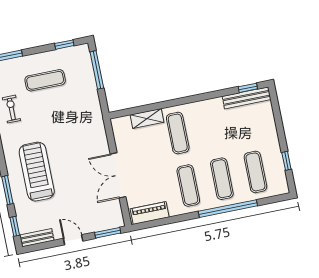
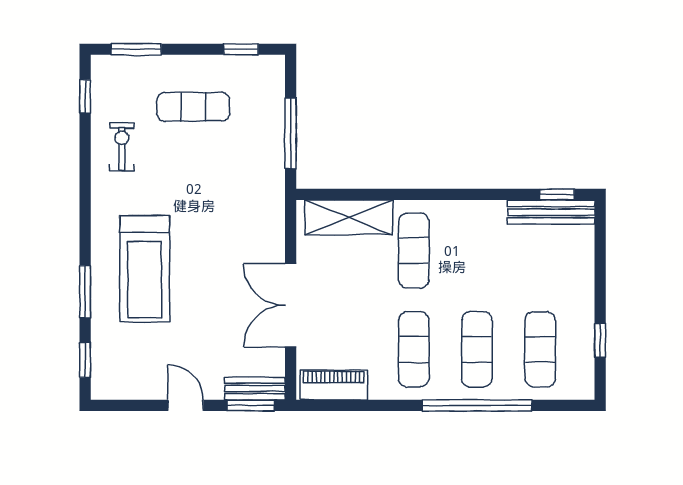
window: (97, 70) -> (291, 133), moved
shelving: (147, 118) -> (349, 217), width x1.50, depth x1.33
treadmill: (37, 172) -> (145, 269), turned 180
bench: (37, 238) -> (255, 388), moved

